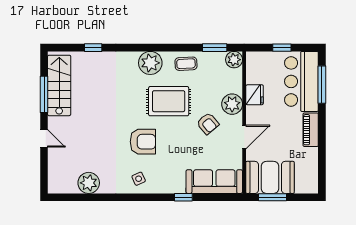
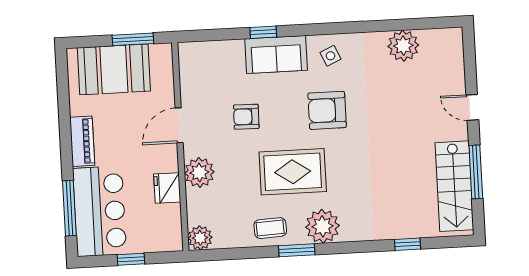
window: (215, 48) -> (297, 250), moved
armchair: (208, 123) -> (246, 117), moved, turned -49
booth: (270, 177) -> (114, 69), moved
sofa: (214, 182) -> (276, 54), moved, width x0.73

